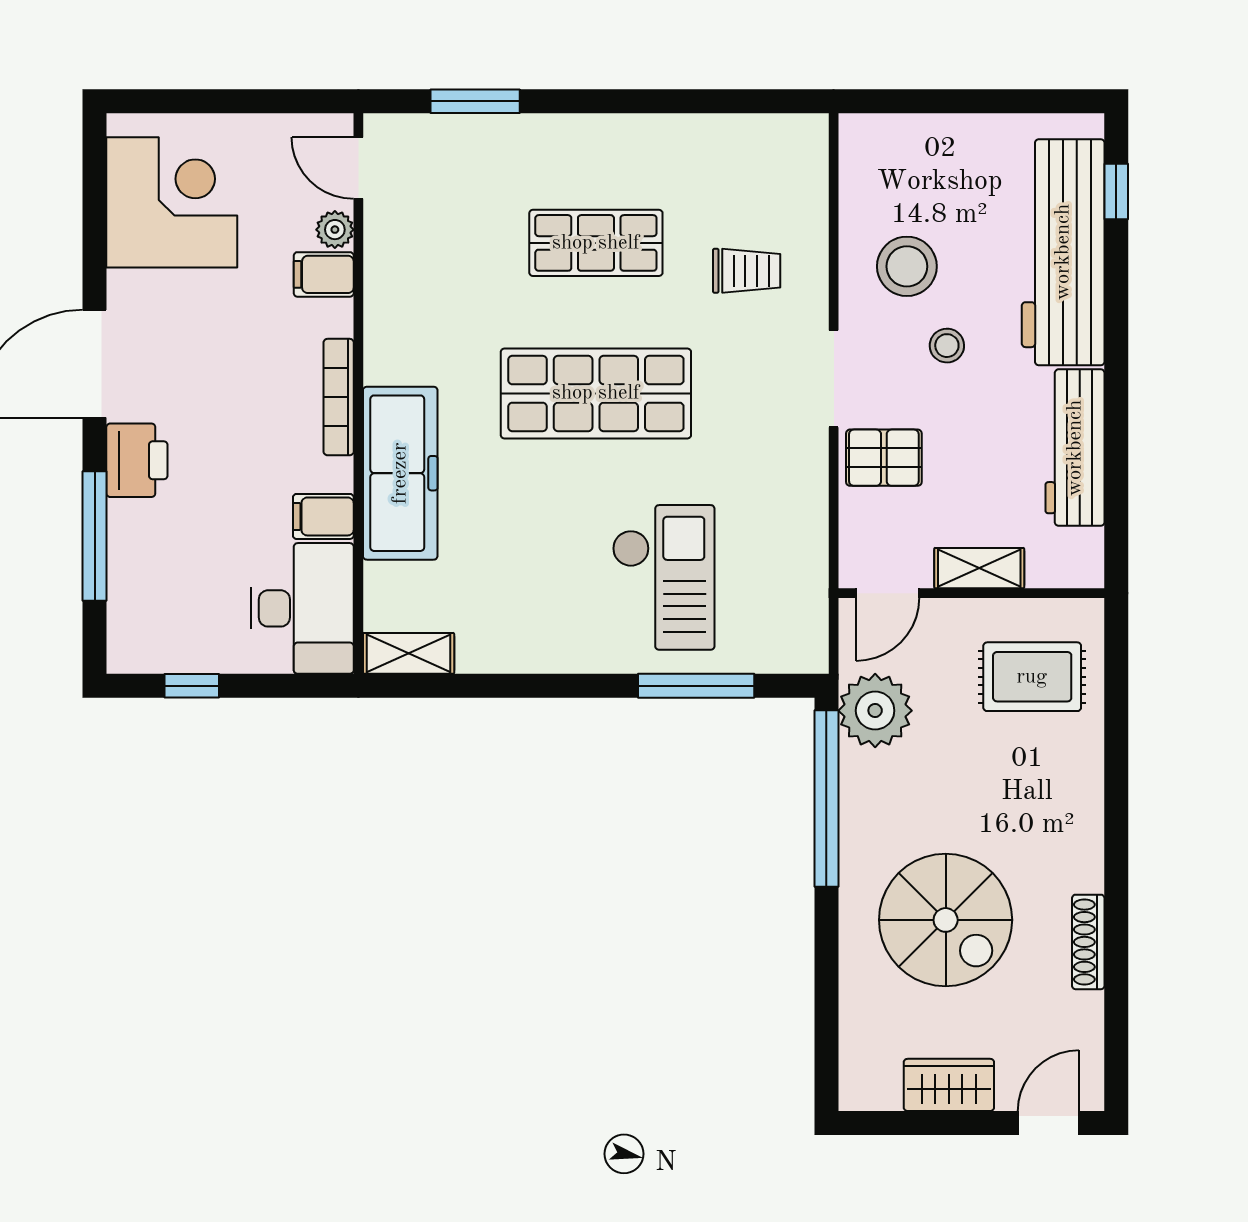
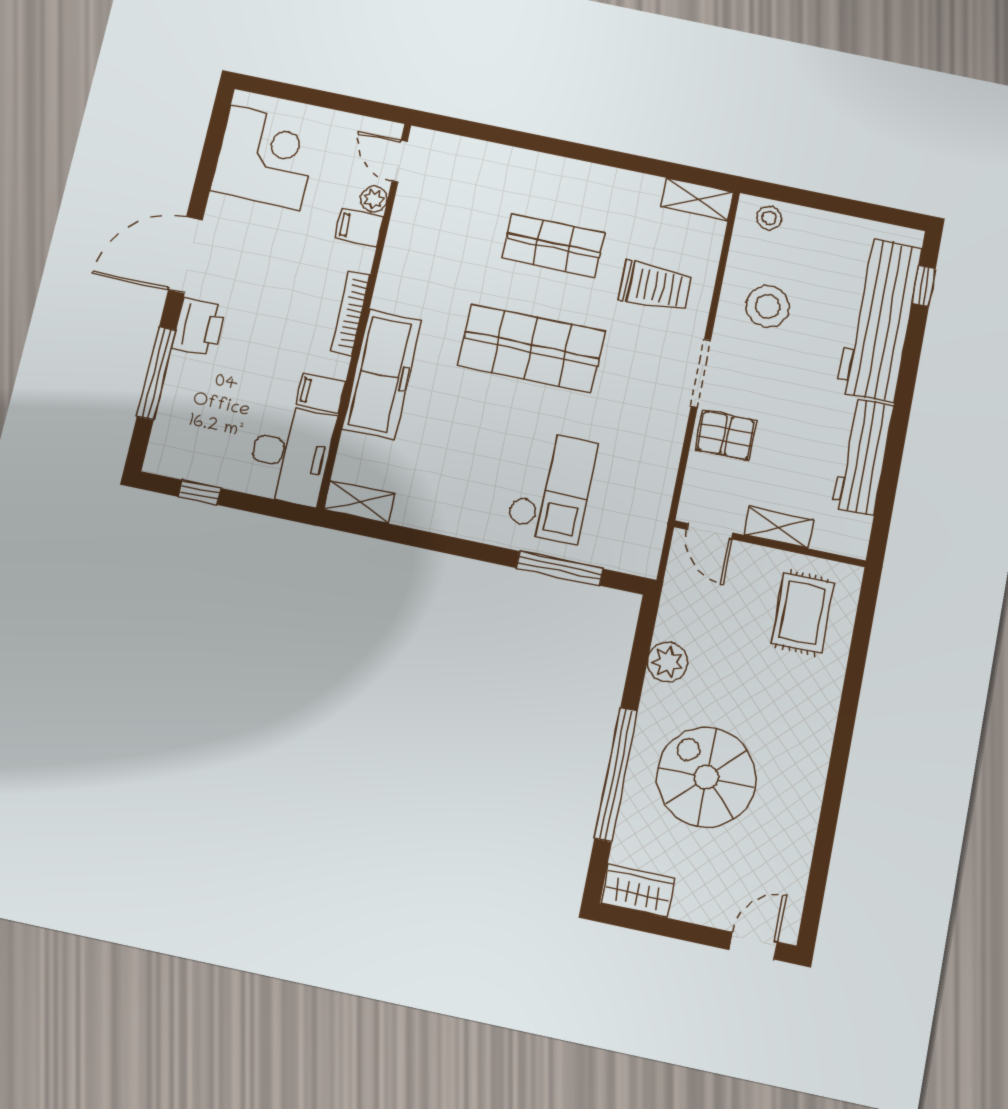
window: (475, 101) -> (490, 133), removed
shelving: (781, 135) -> (697, 199), added
trolley: (747, 271) -> (655, 286), width x1.36, depth x1.39
stool: (947, 346) -> (769, 218), moved
door: (888, 593) -> (710, 531), hinge flipped
rug: (1032, 677) -> (802, 613), turned 90
plant: (875, 711) -> (668, 662), moved, width x0.73, depth x0.73
window: (826, 799) -> (616, 774), moved
spiral stairs: (946, 920) -> (706, 777), turned 180
shoe rack: (1088, 942) -> (808, 816), removed
wardrobe: (949, 1085) -> (638, 891), moved

